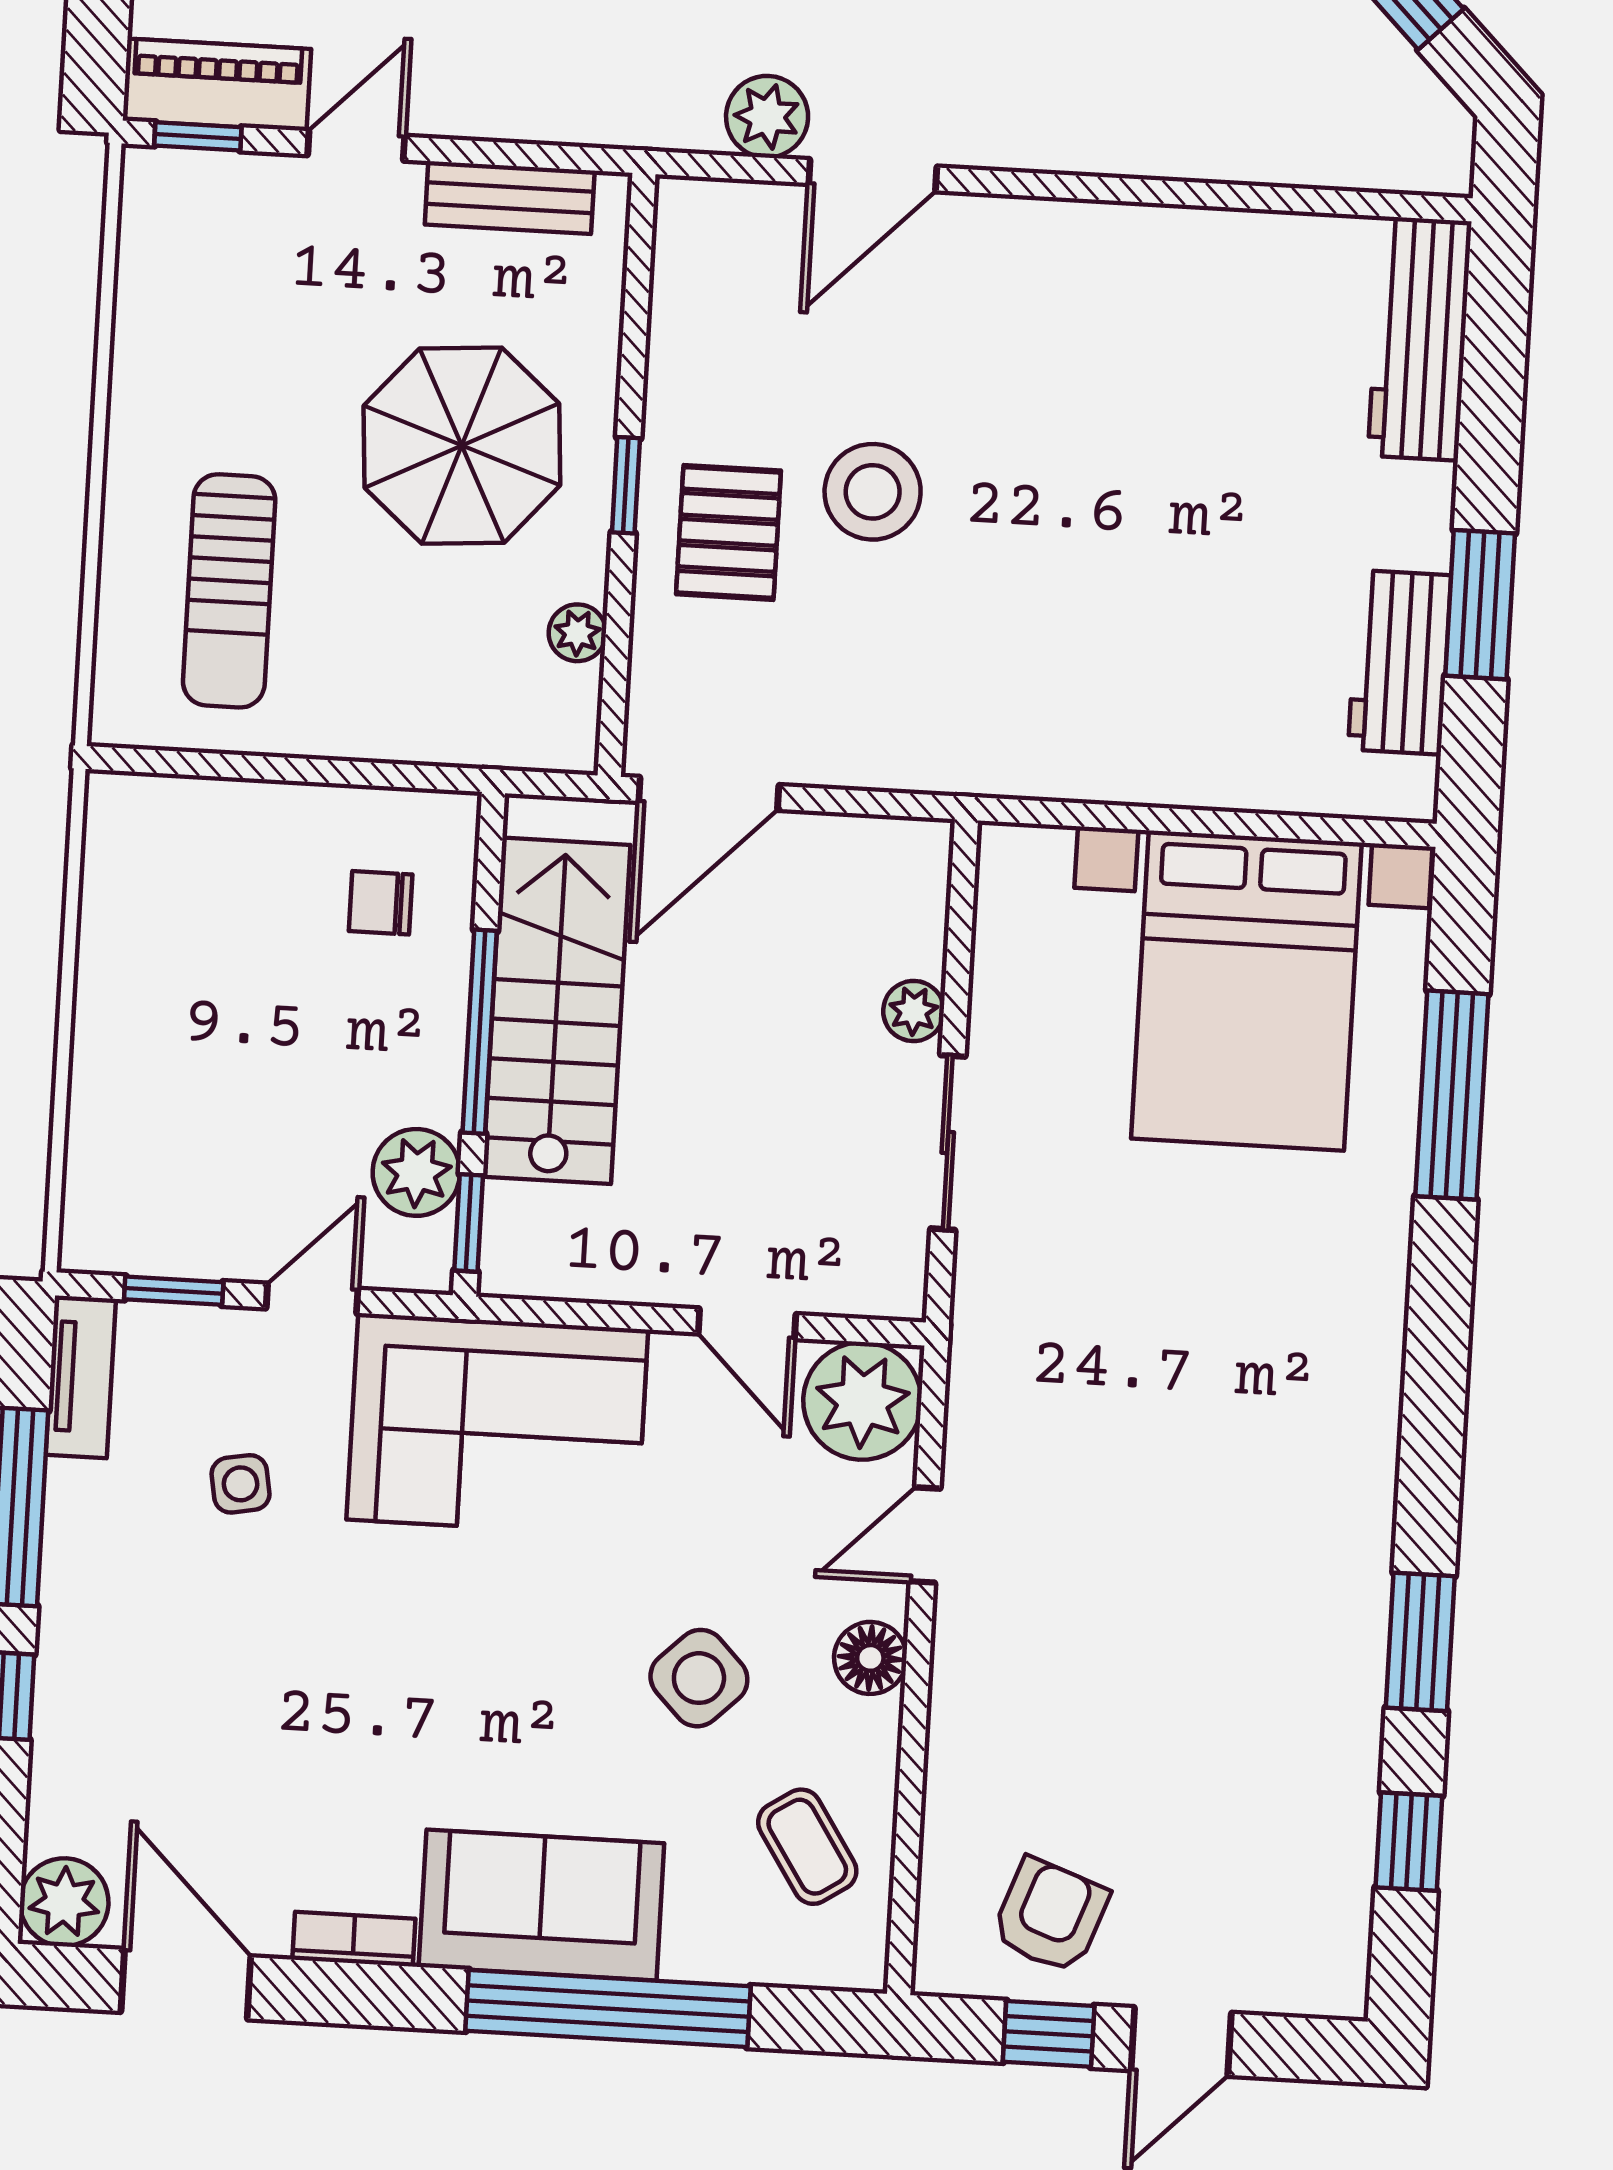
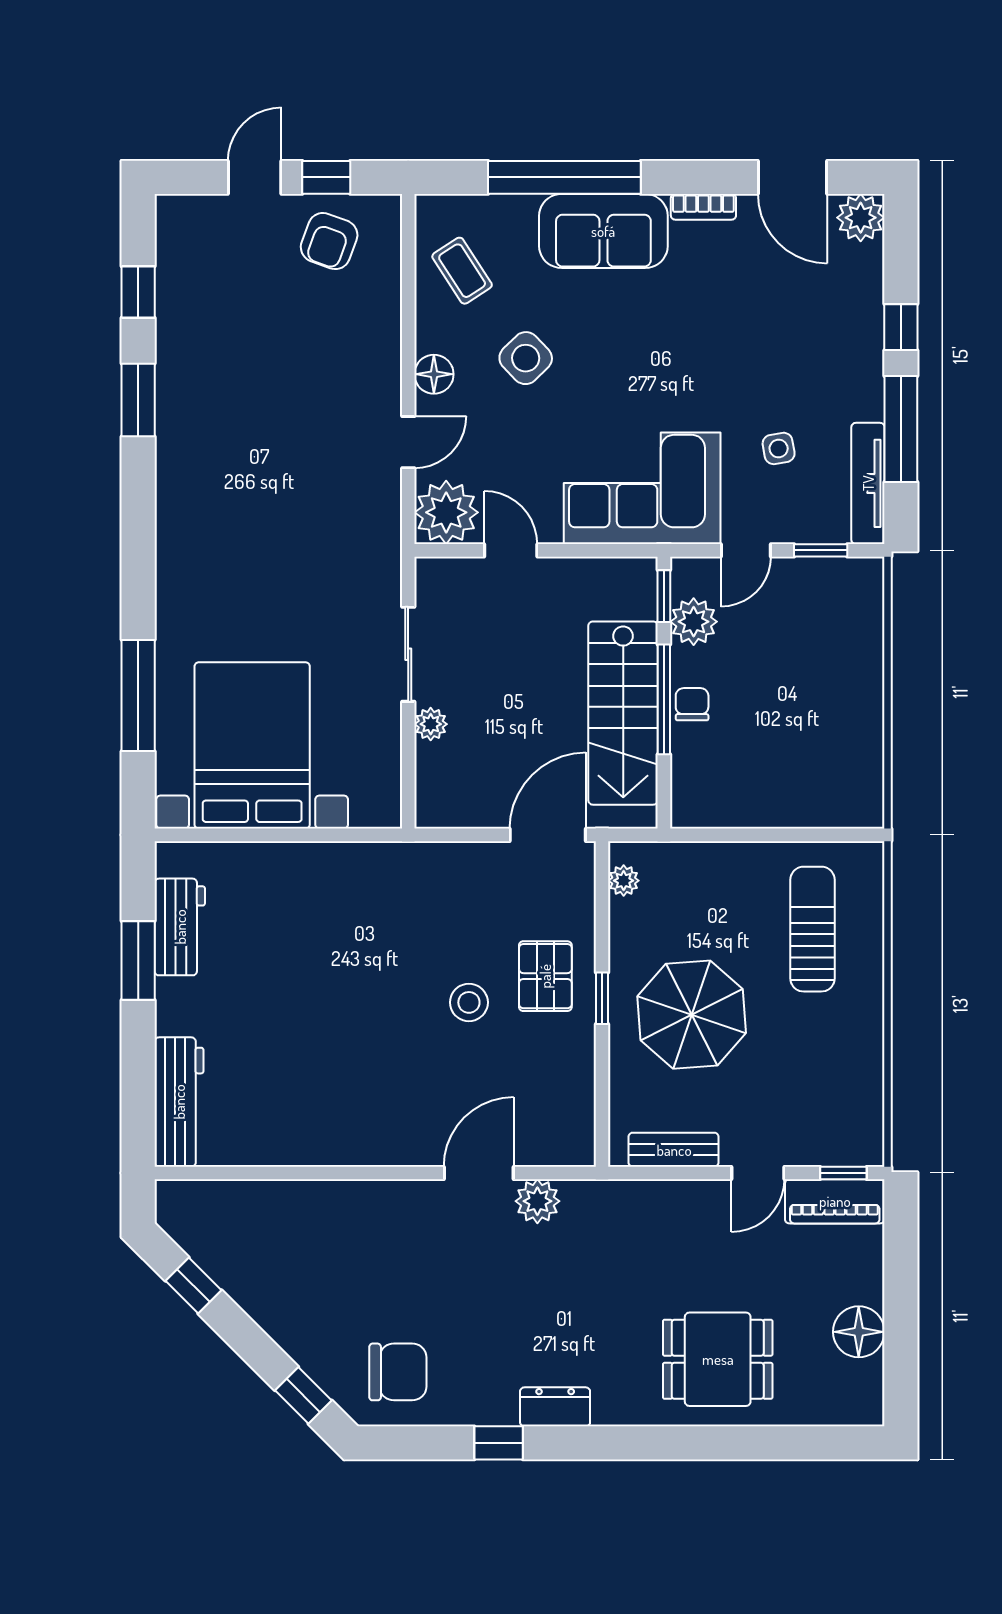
stool: (873, 492) -> (469, 1002), width x0.73, depth x0.73
plant: (577, 633) -> (624, 881), moved
chair: (381, 903) -> (692, 704), moved, turned -90
tv unit: (81, 1377) -> (868, 483), width x1.41

